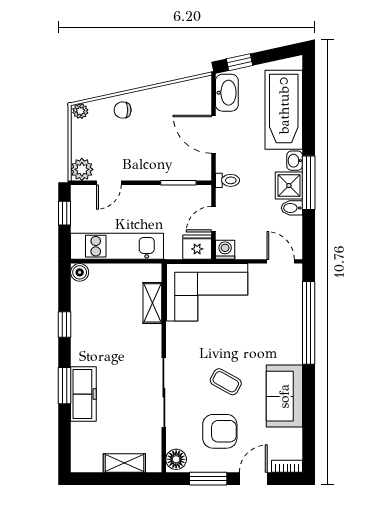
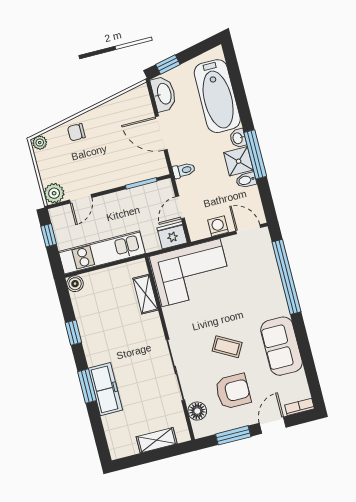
washing machine: (225, 250) -> (218, 226), moved
floor lamp: (176, 459) -> (197, 411), moved

